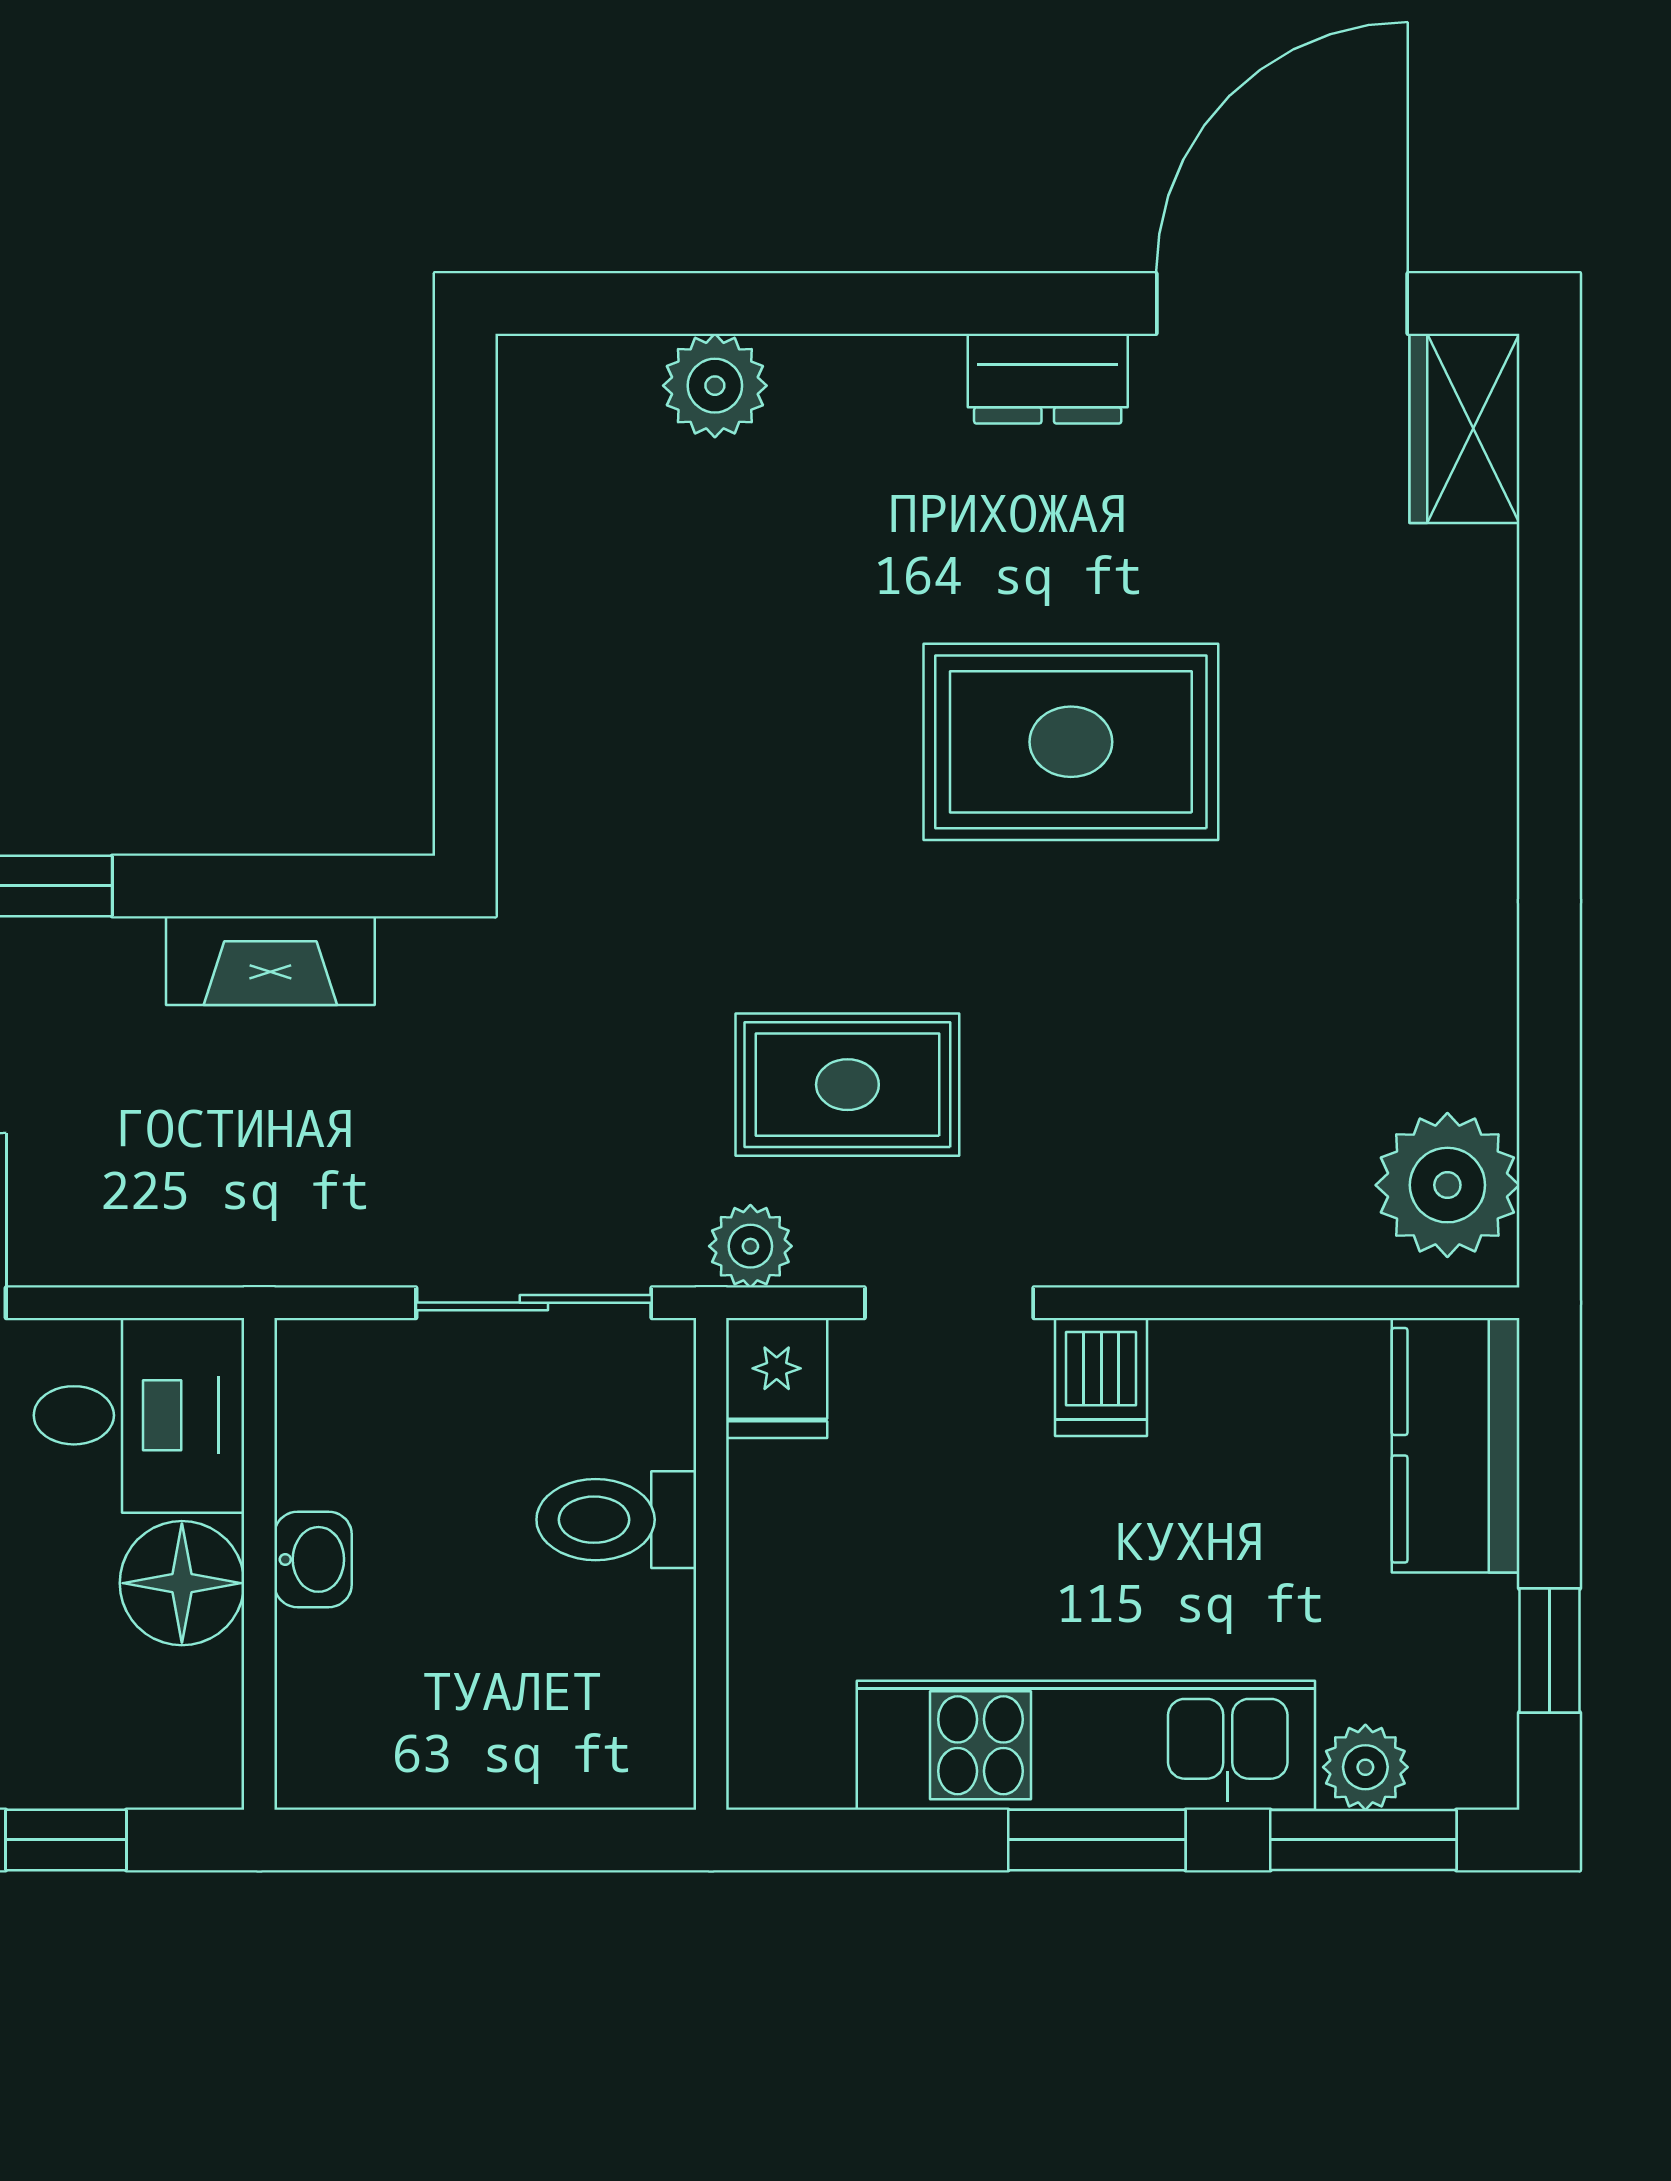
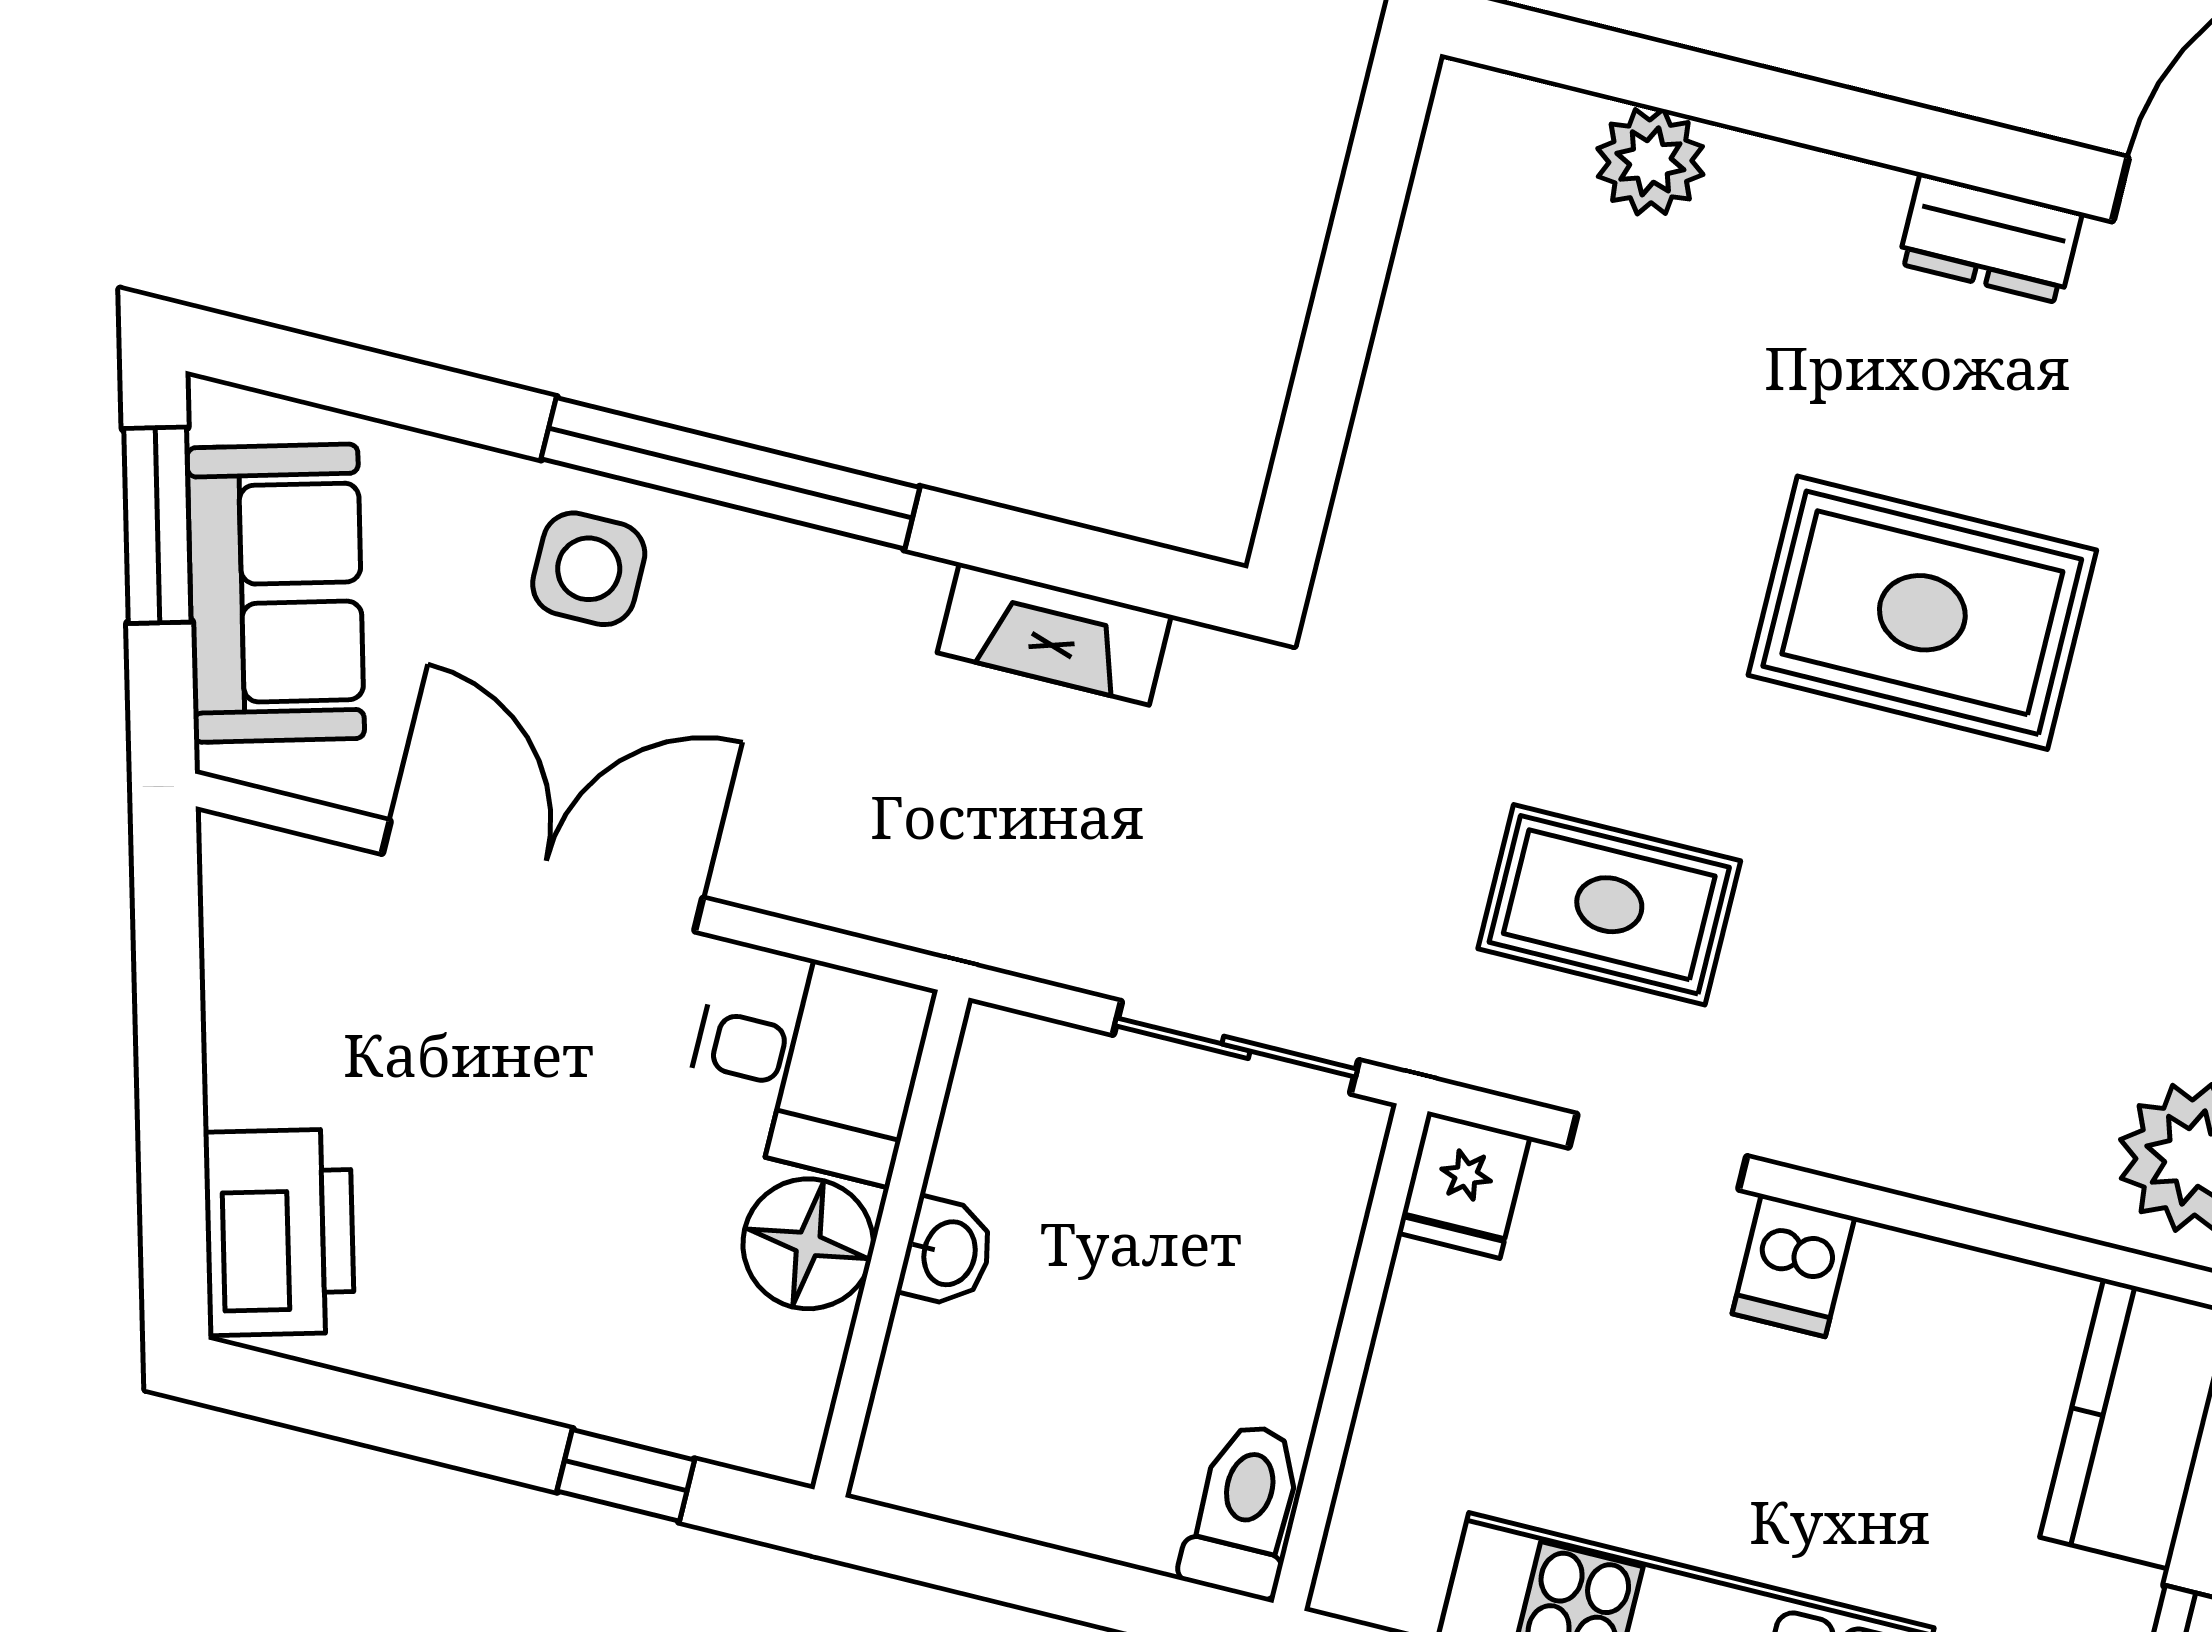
plant: (750, 1246) -> (1470, 1044), removed
toilet: (616, 1520) -> (1244, 1510), moved, turned 90

